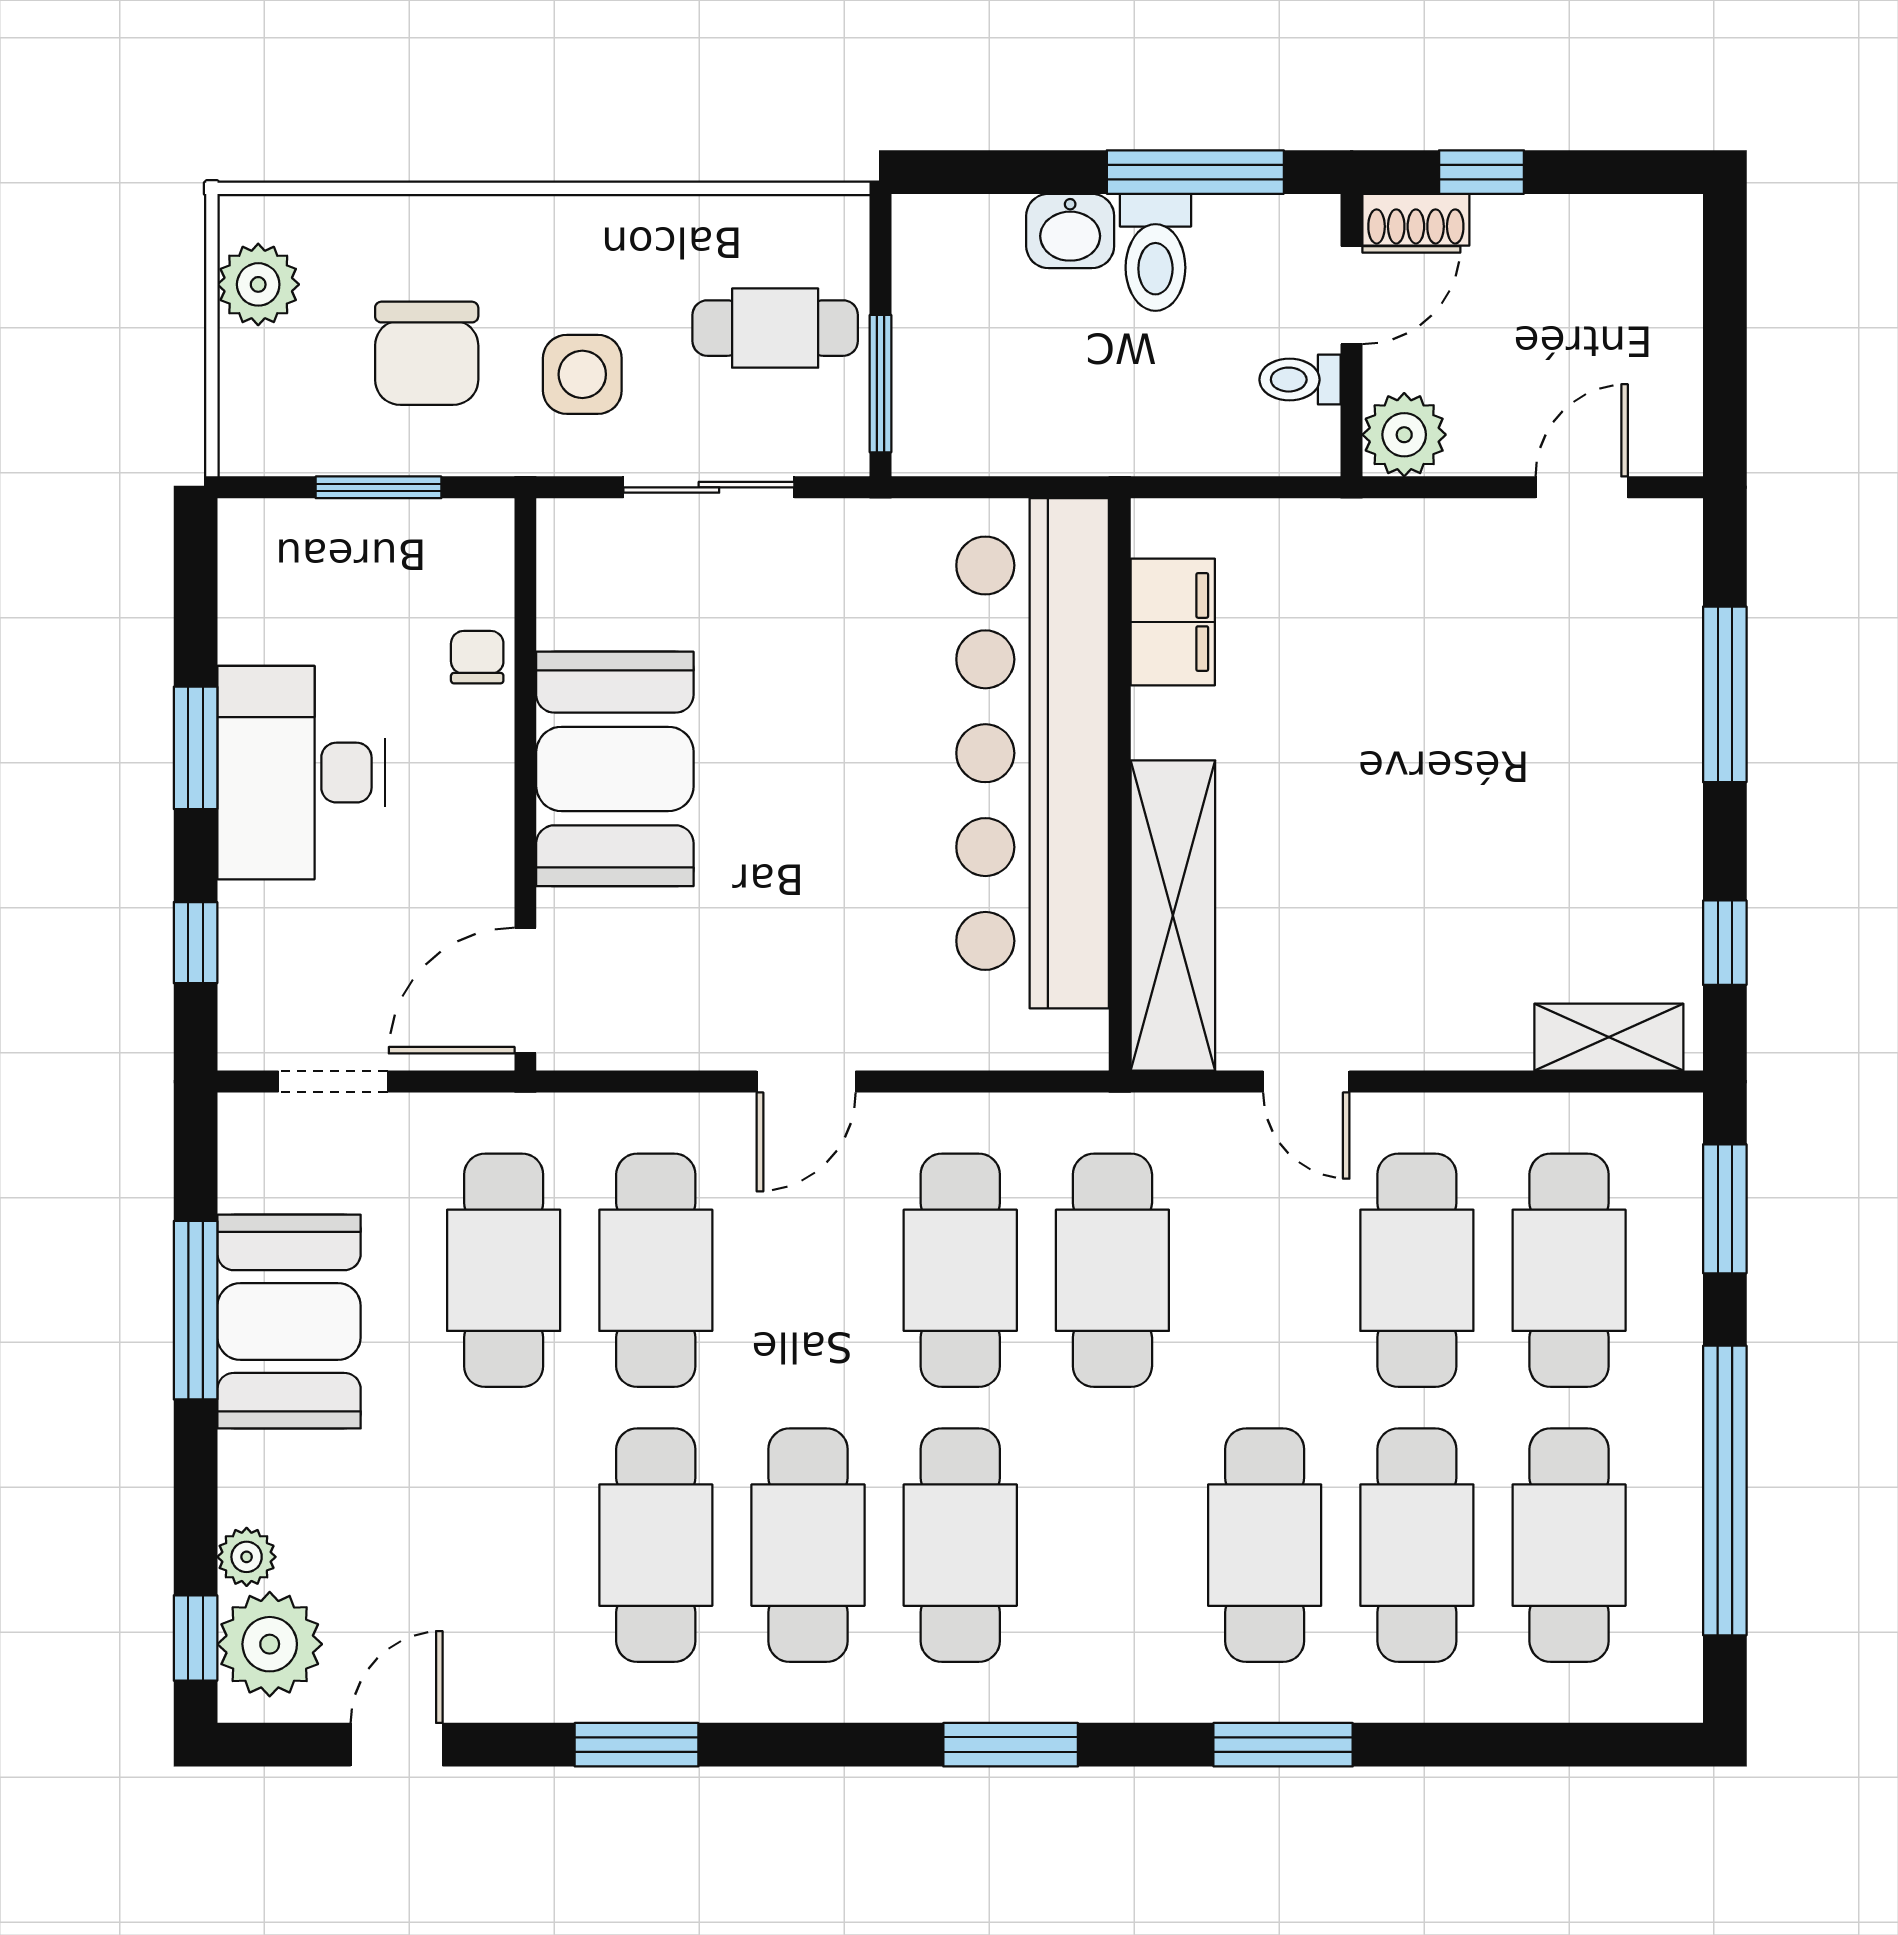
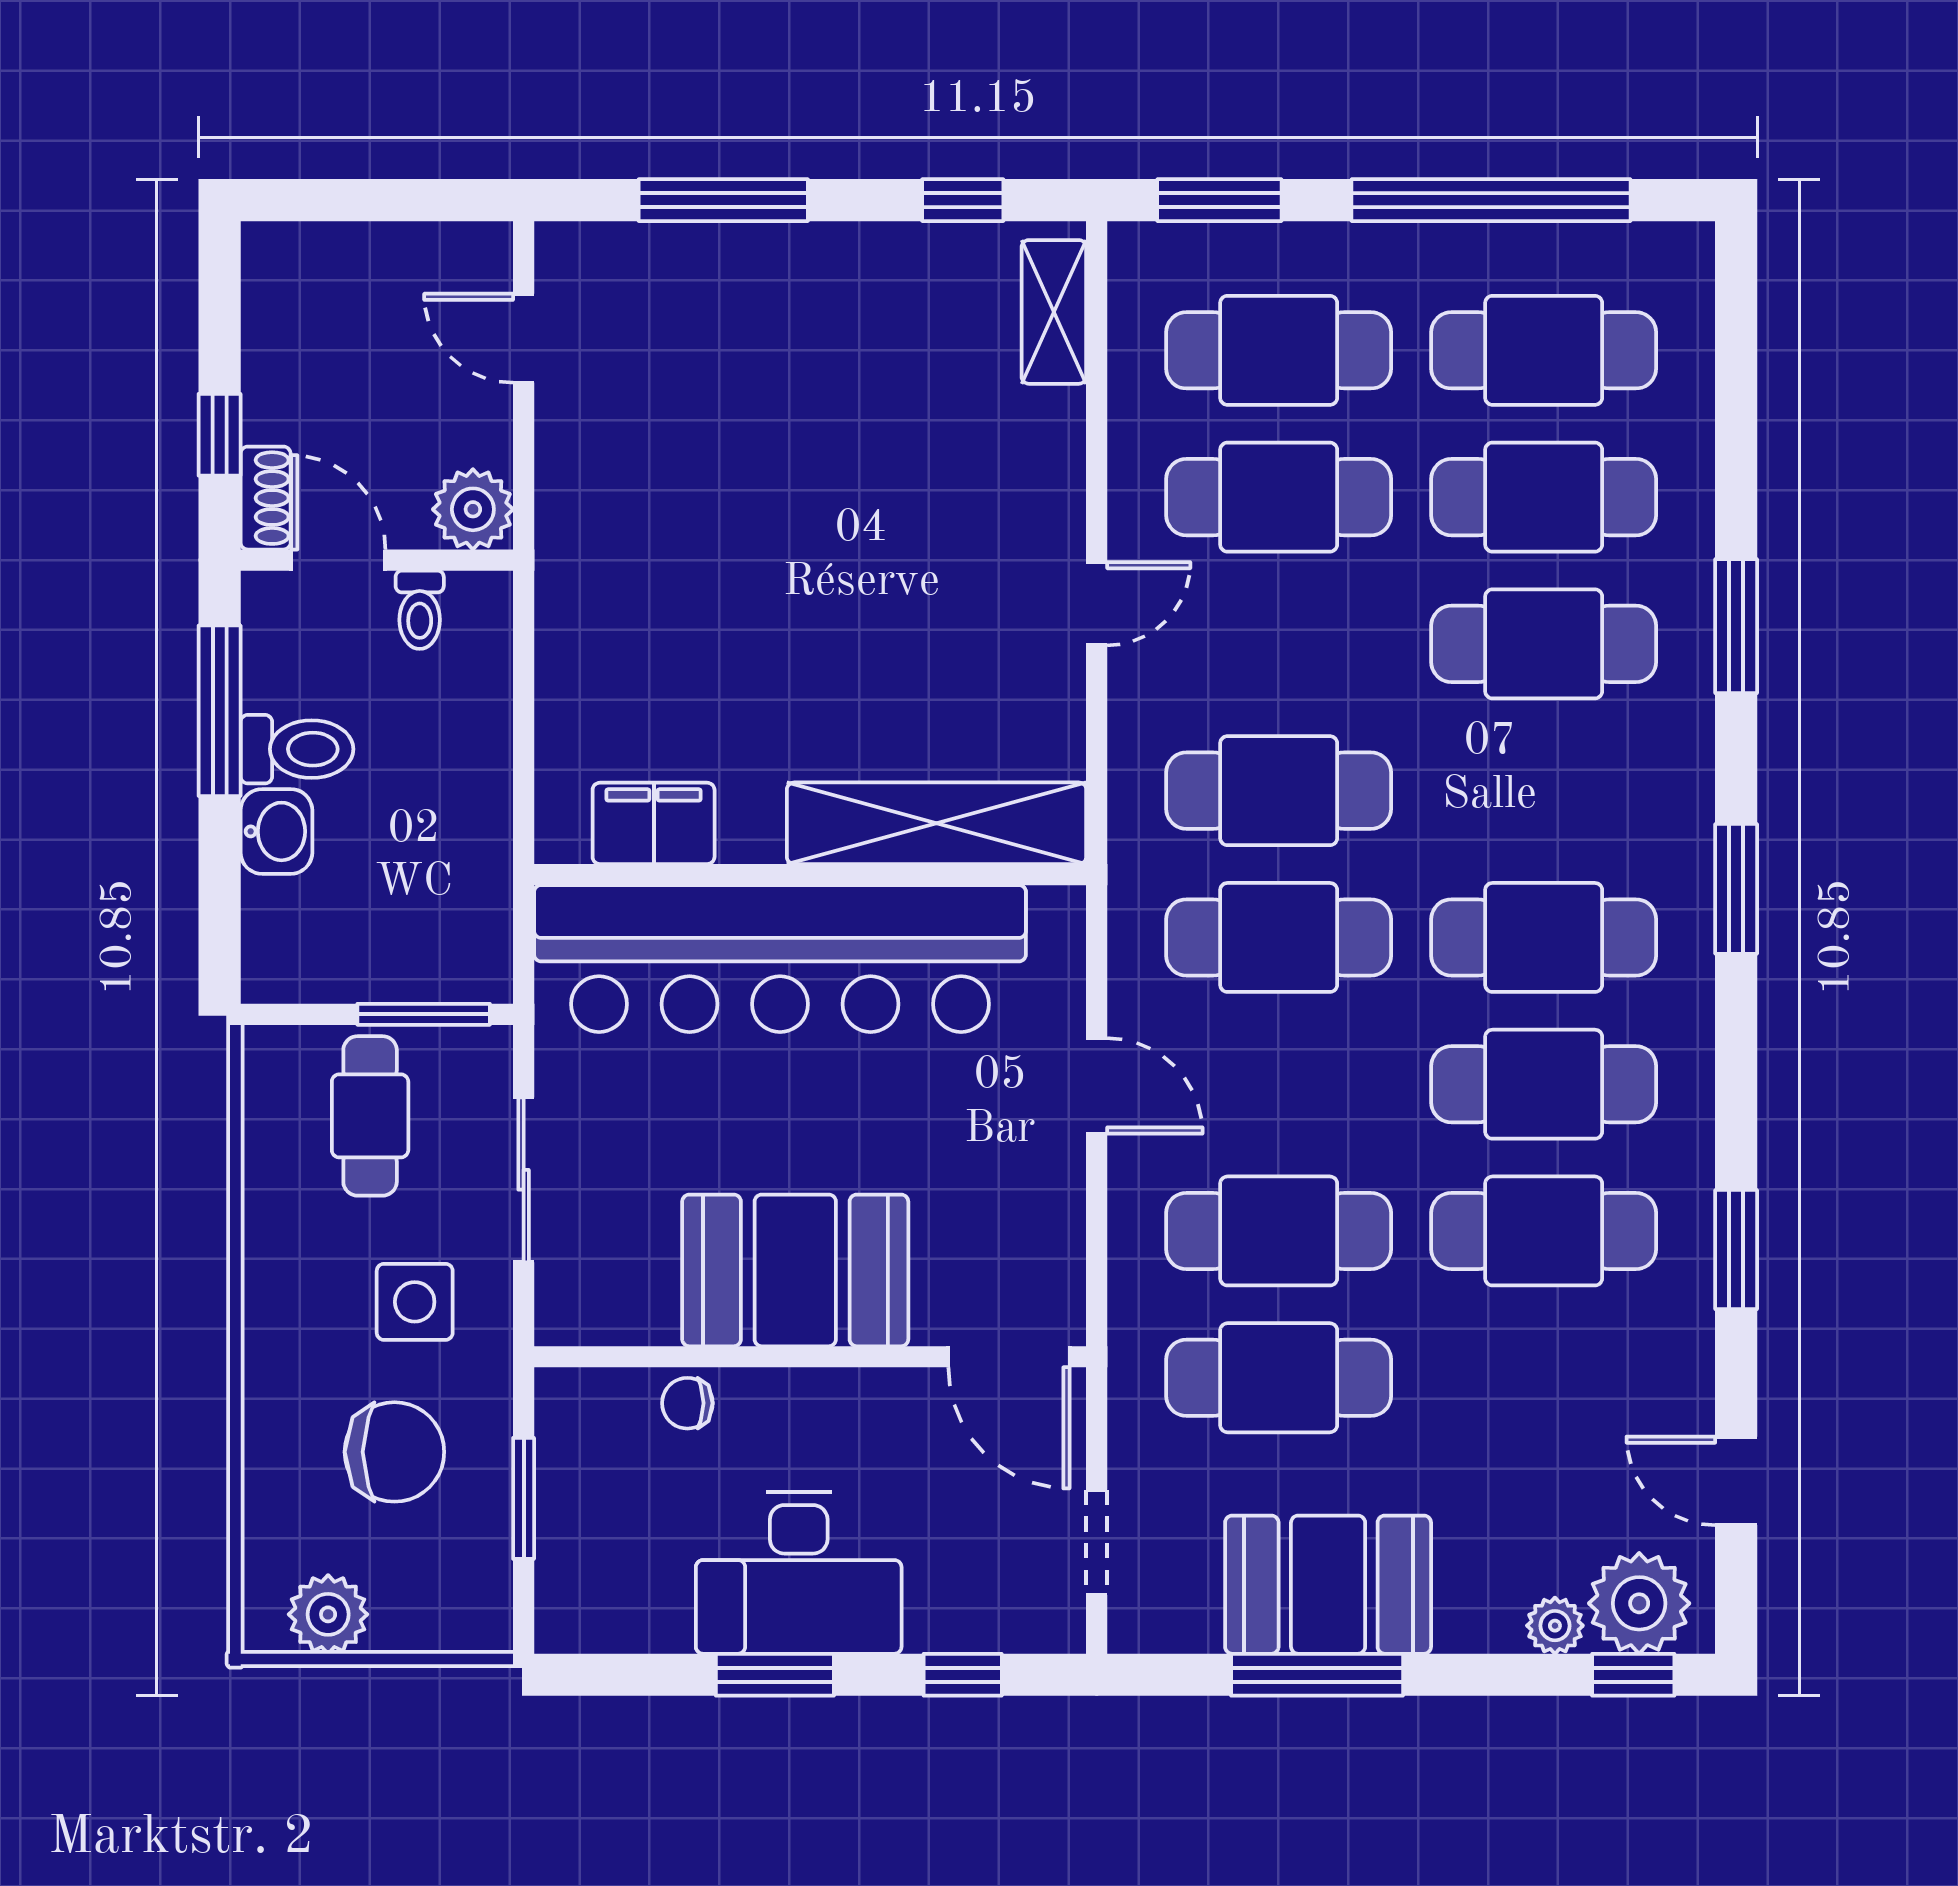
filing cabinet: (1173, 622) -> (654, 823), moved
bar counter: (1033, 753) -> (780, 959), moved
wall: (1120, 784) -> (810, 875), moved
shelving: (1173, 916) -> (937, 823), moved

